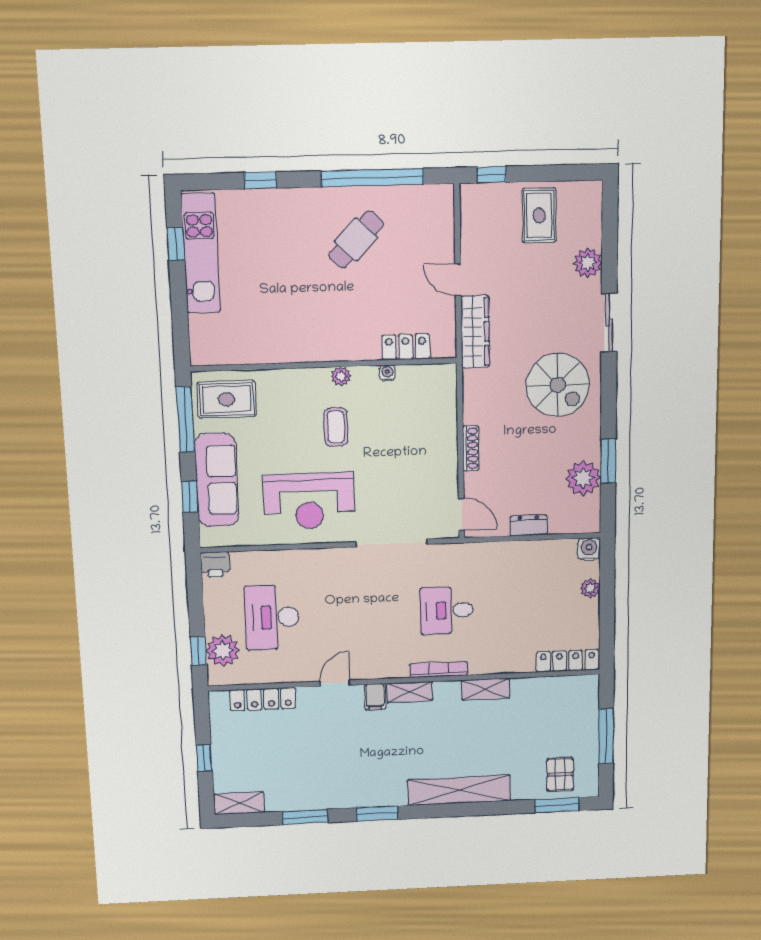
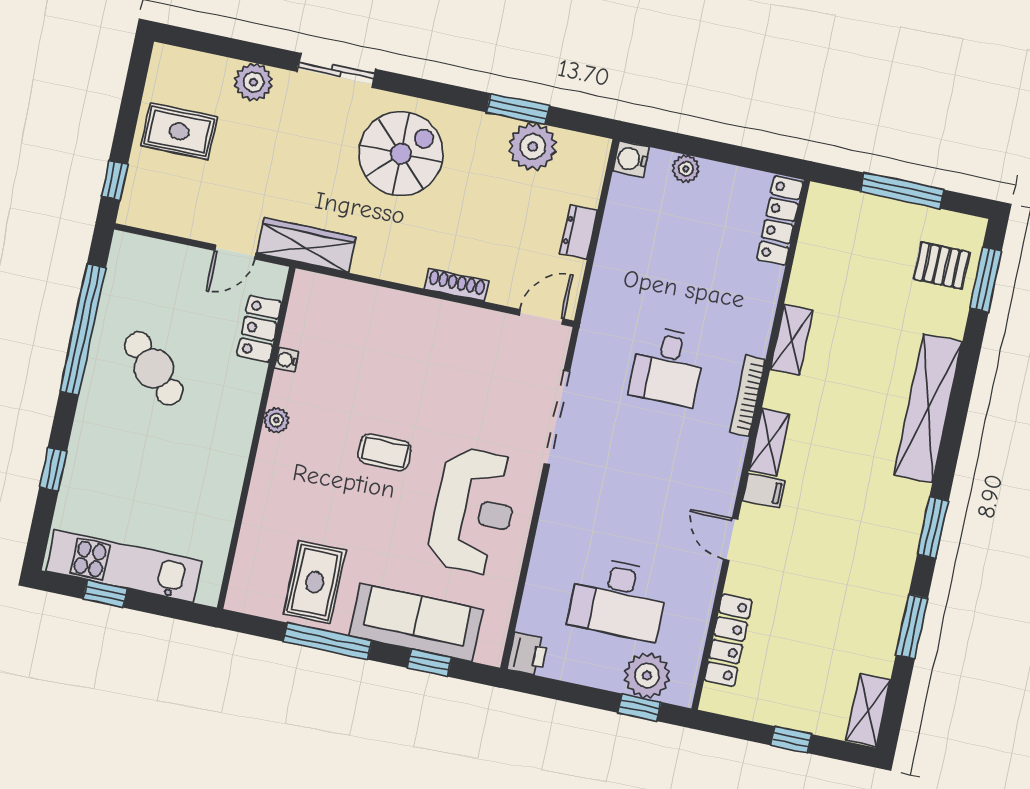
locker: (406, 347) -> (259, 329), moved
wall: (324, 365) -> (256, 438), moved
water cooler: (387, 373) -> (287, 360), moved
plant: (341, 376) -> (276, 420), moved

